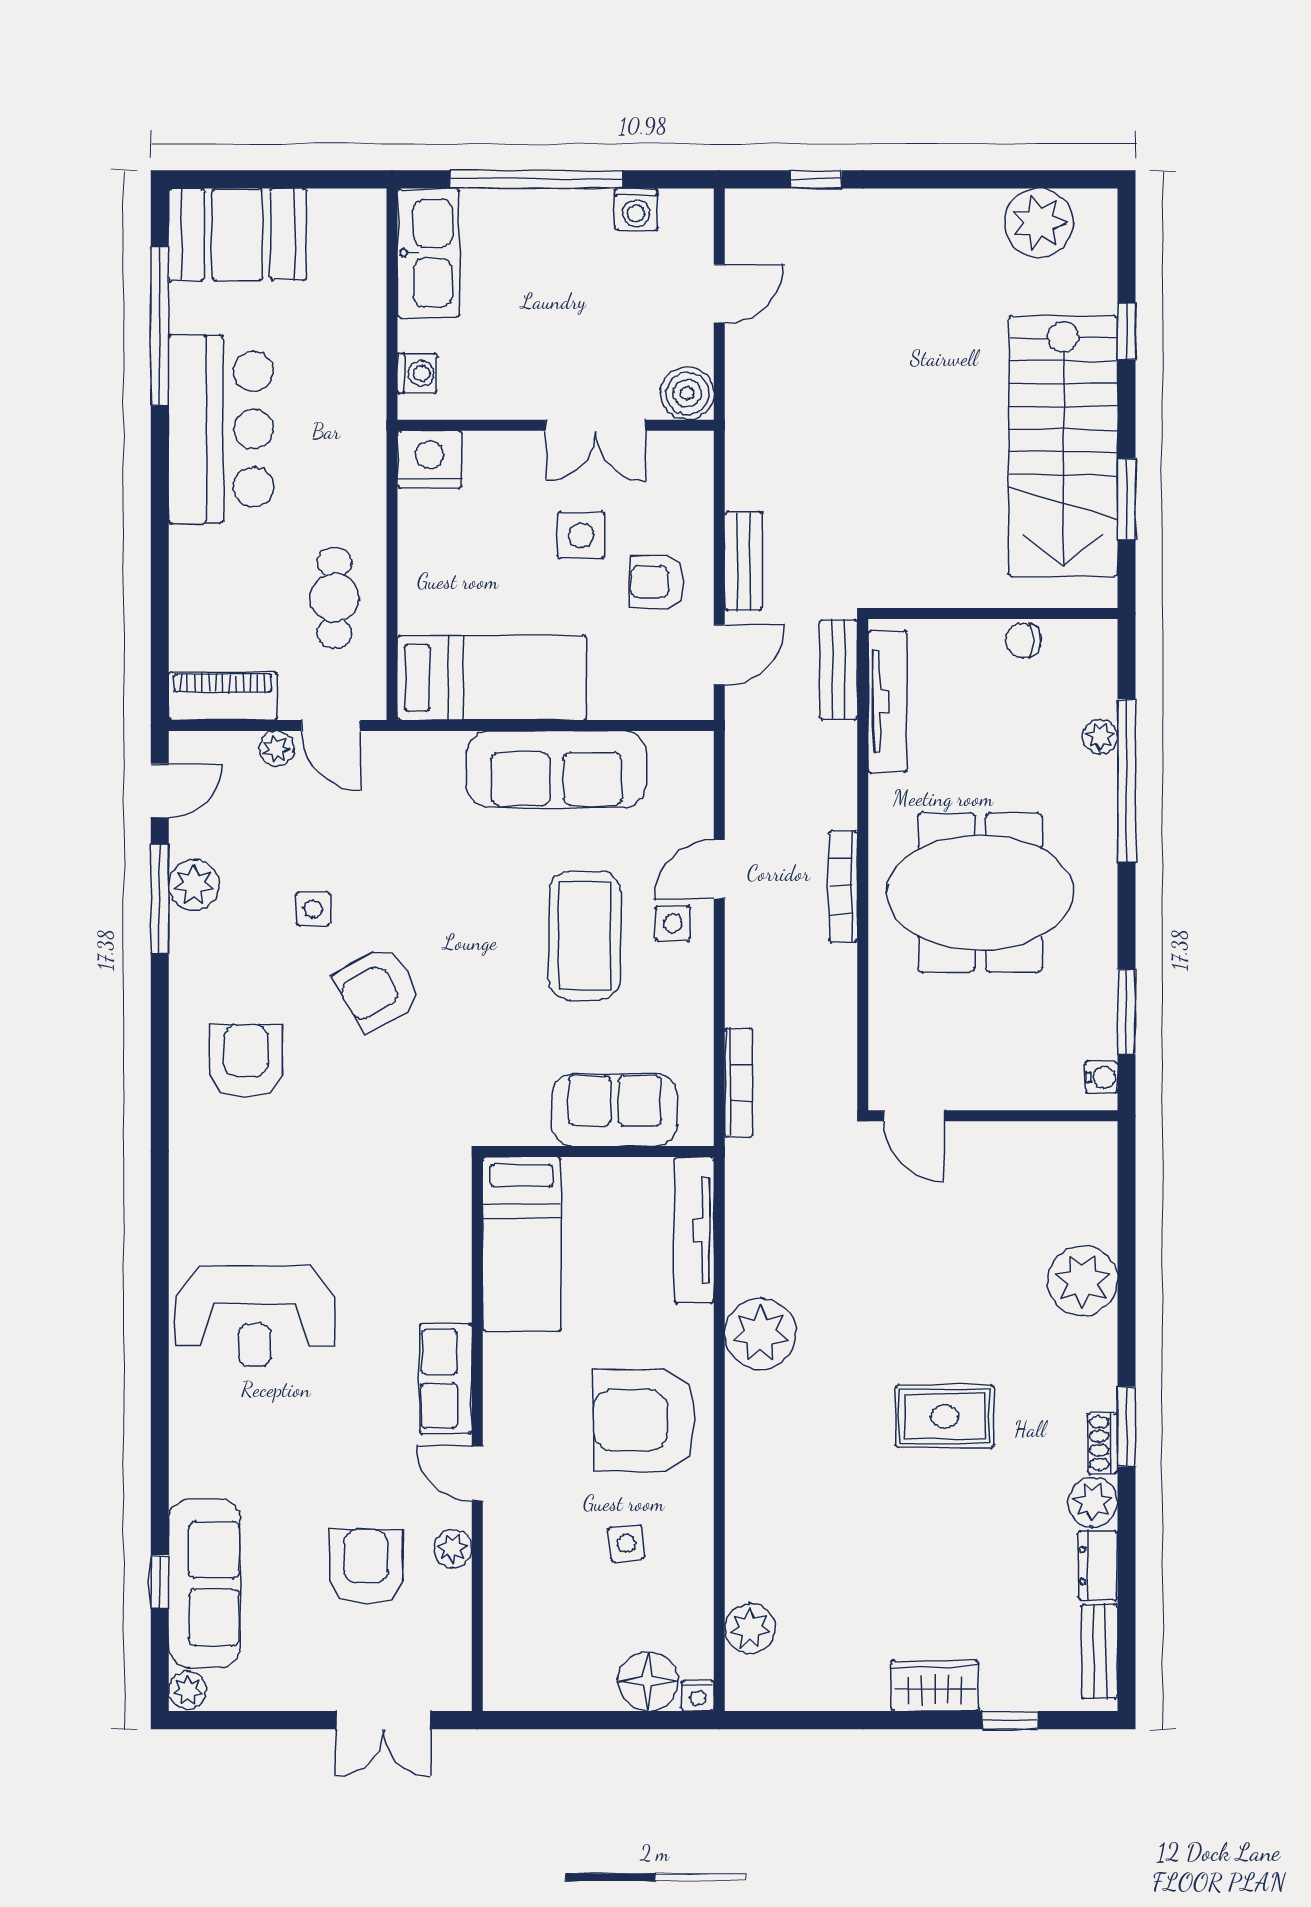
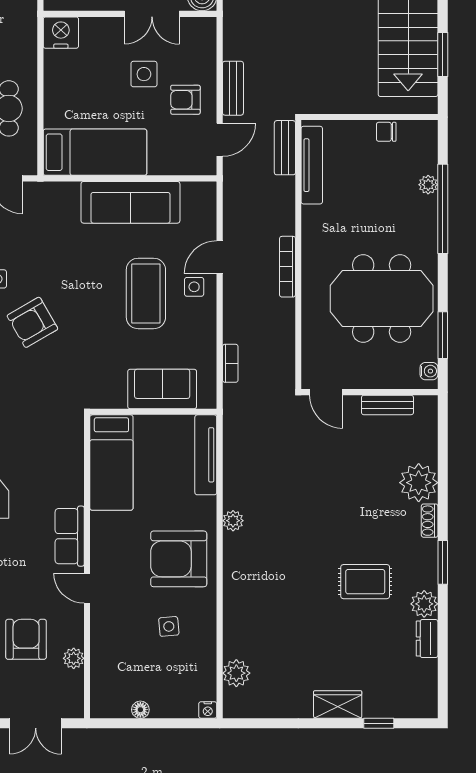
meeting table: (980, 893) -> (382, 298), moved
bookcase: (739, 1083) -> (230, 363), width x0.64
plant: (760, 1334) -> (233, 521), width x0.53, depth x0.53
rug: (945, 1416) -> (365, 582), moved
shoe rack: (1103, 1443) -> (430, 521), moved
plant: (453, 1549) -> (74, 658), moved
bench: (1099, 1651) -> (387, 405), moved, turned 90
floor lamp: (648, 1681) -> (140, 710), moved, width x0.53, depth x0.53

